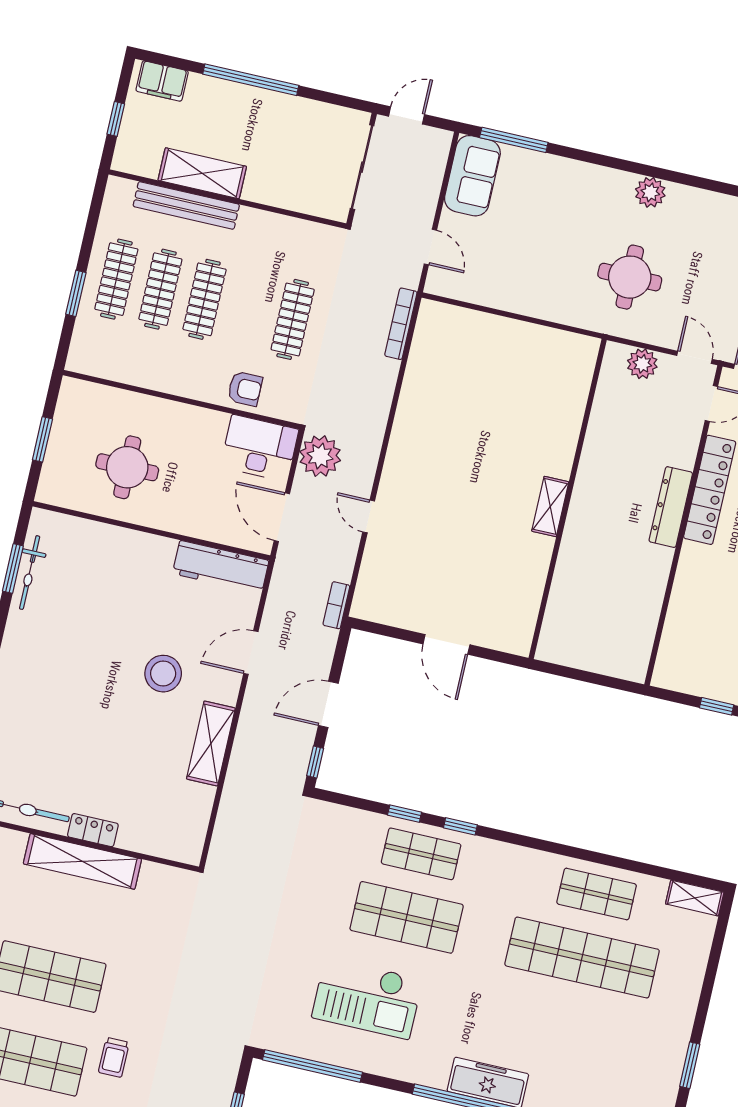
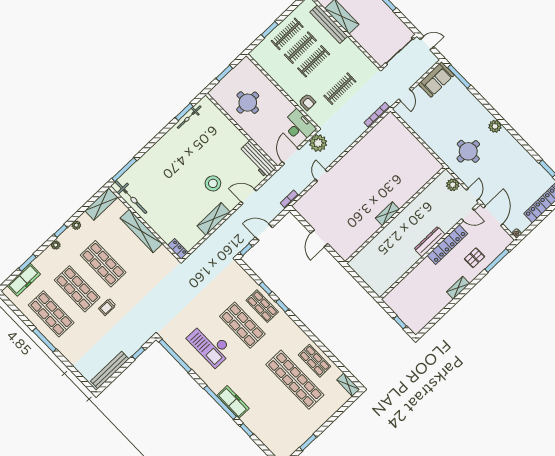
locker: (93, 830) -> (178, 249), moved

